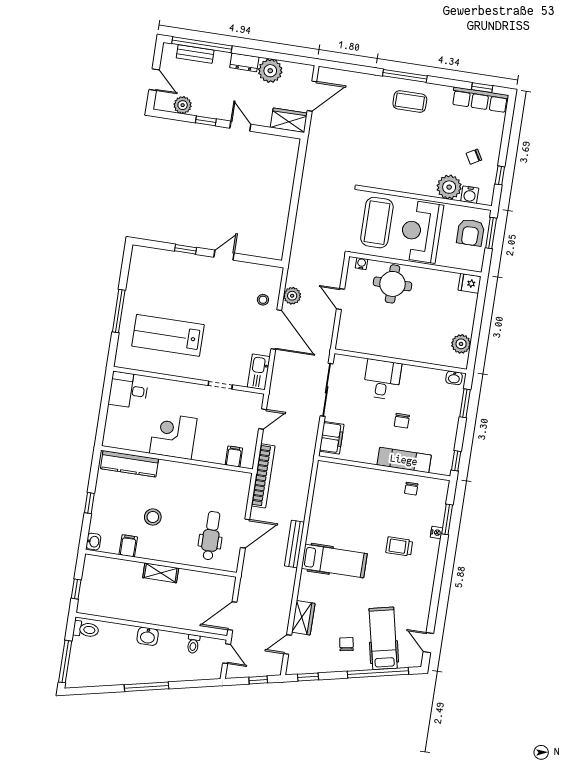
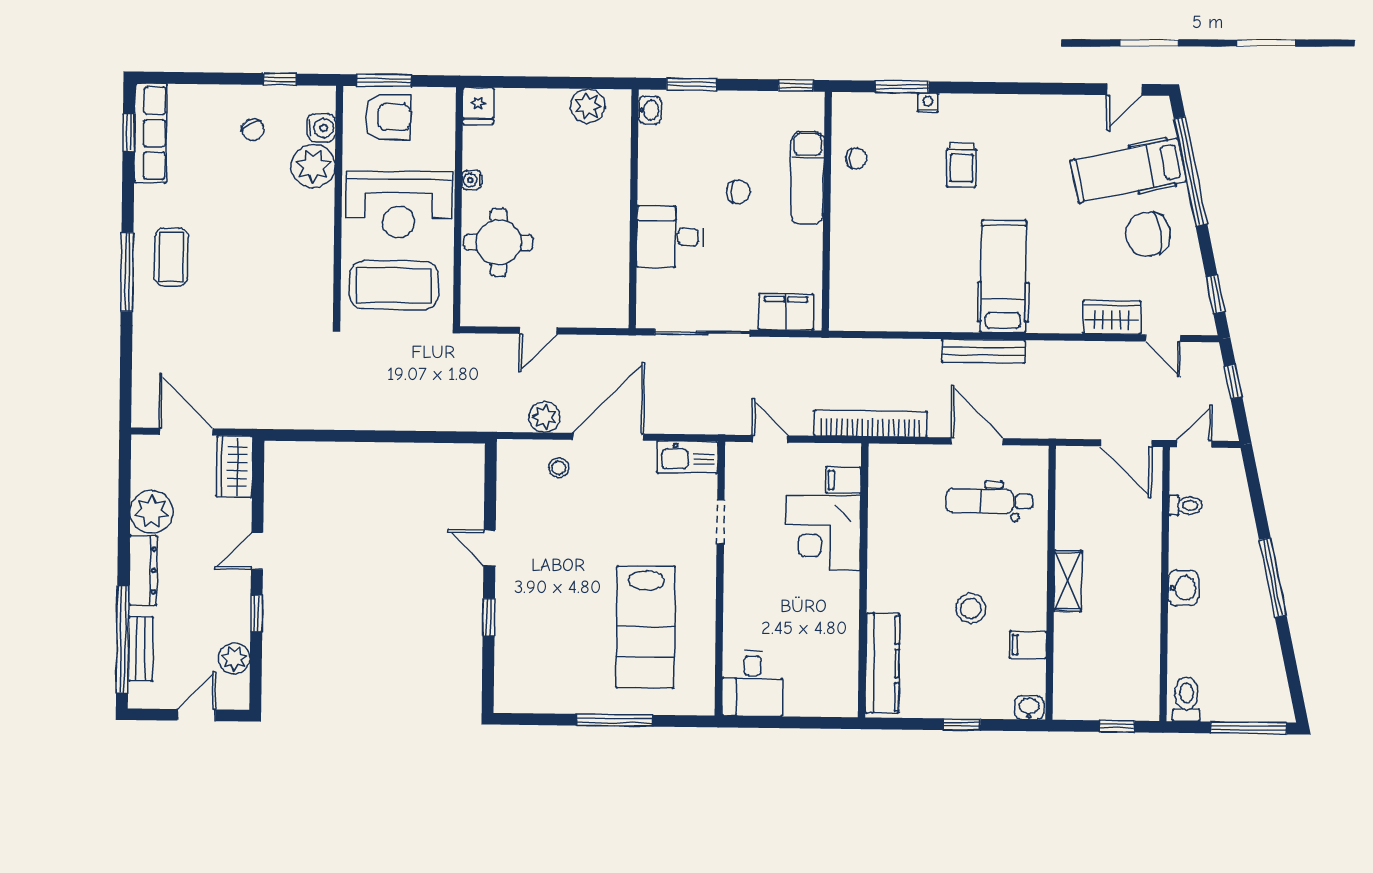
dresser: (244, 62) -> (143, 570), width x1.44
water cooler: (361, 264) -> (472, 180), moved
corner desk: (173, 436) -> (823, 533), moved
chair: (347, 644) -> (1148, 234), width x1.87, depth x1.87

